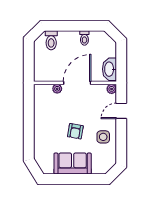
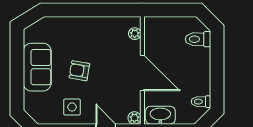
toilet: (84, 38) -> (201, 102), moved
plant: (57, 89) -> (135, 34), moved

